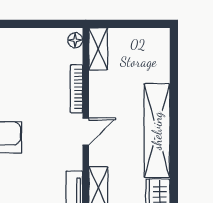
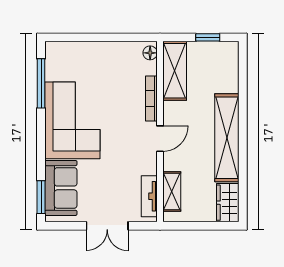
window: (137, 24) -> (208, 37), added
shelving: (98, 49) -> (175, 71), width x1.50, depth x1.33

